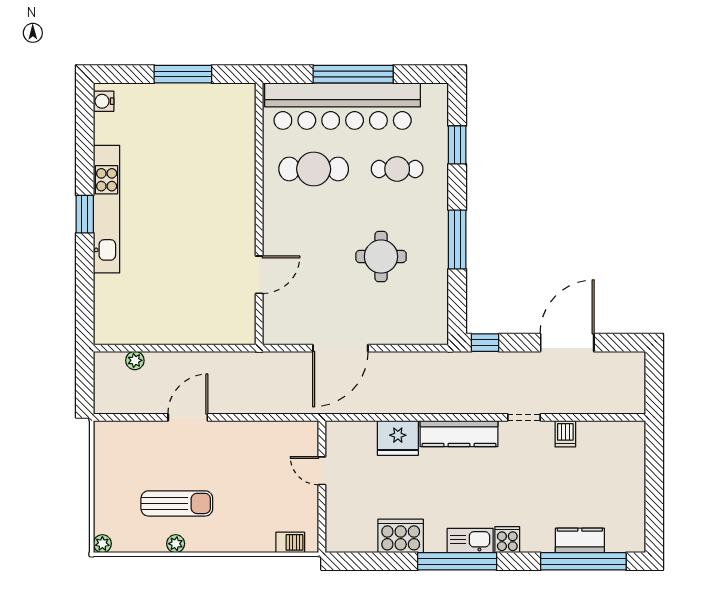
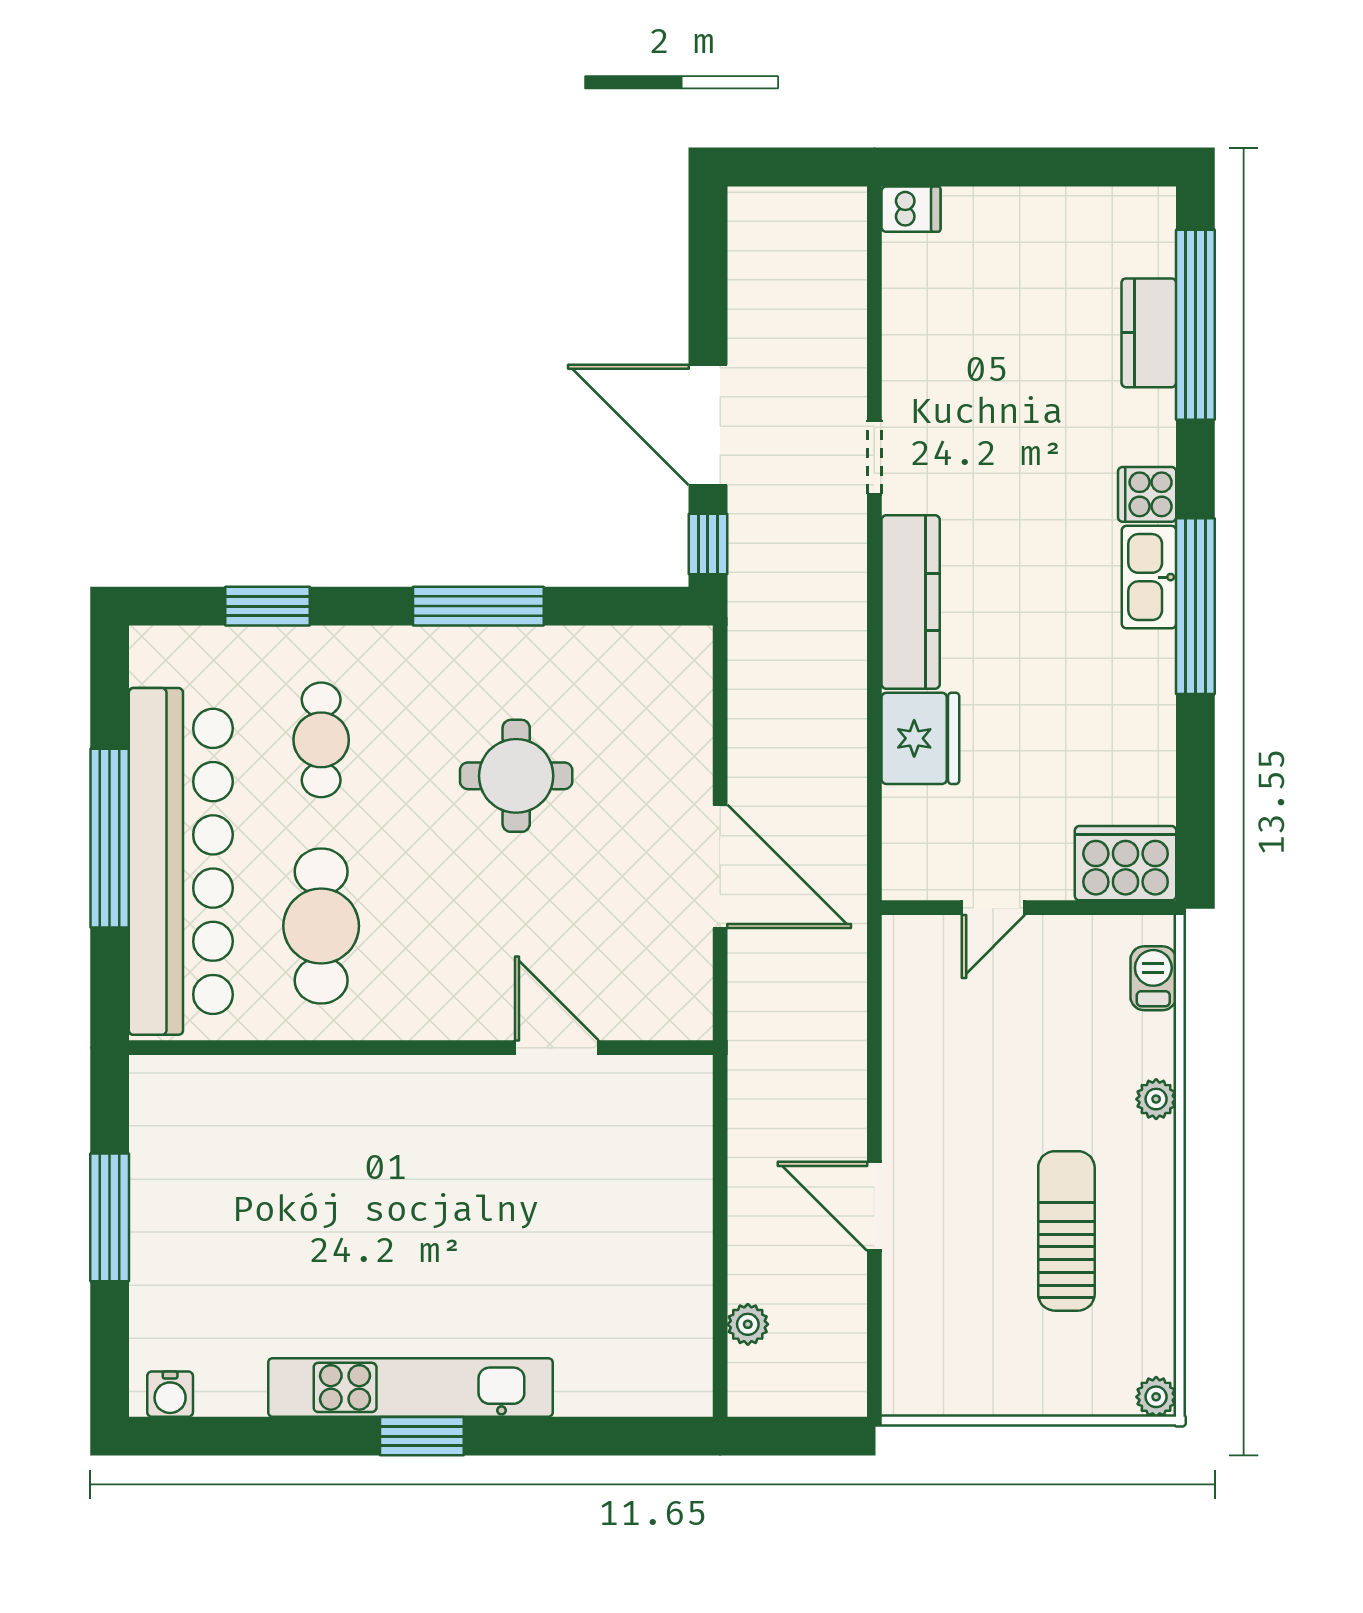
door: (567, 343) -> (708, 425), moved
dishwasher: (565, 434) -> (911, 209), moved
cooker: (401, 536) -> (1126, 863), moved, turned 90
plant: (176, 544) -> (1156, 1099), moved

